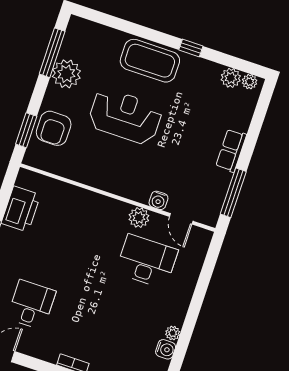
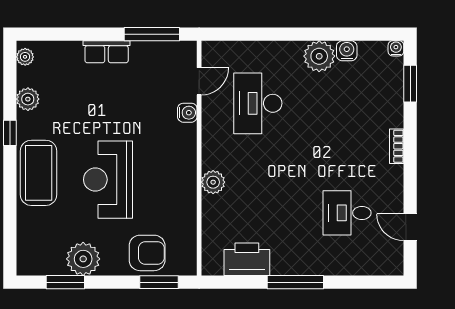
window: (52, 53) -> (65, 282), width x0.69
plant: (231, 78) -> (28, 99), moved
plant: (139, 218) -> (213, 182), moved
plant: (173, 333) -> (319, 56), width x1.88, depth x1.88

